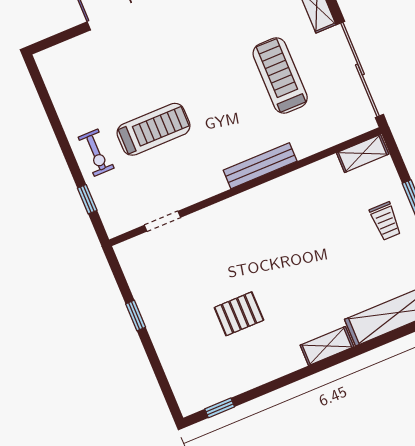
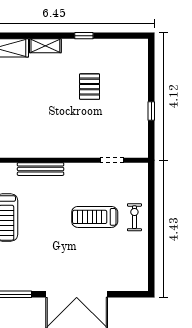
window: (87, 199) -> (151, 192), removed
pallet: (239, 314) -> (90, 87), turned 90
window: (220, 408) -> (84, 36), moved

